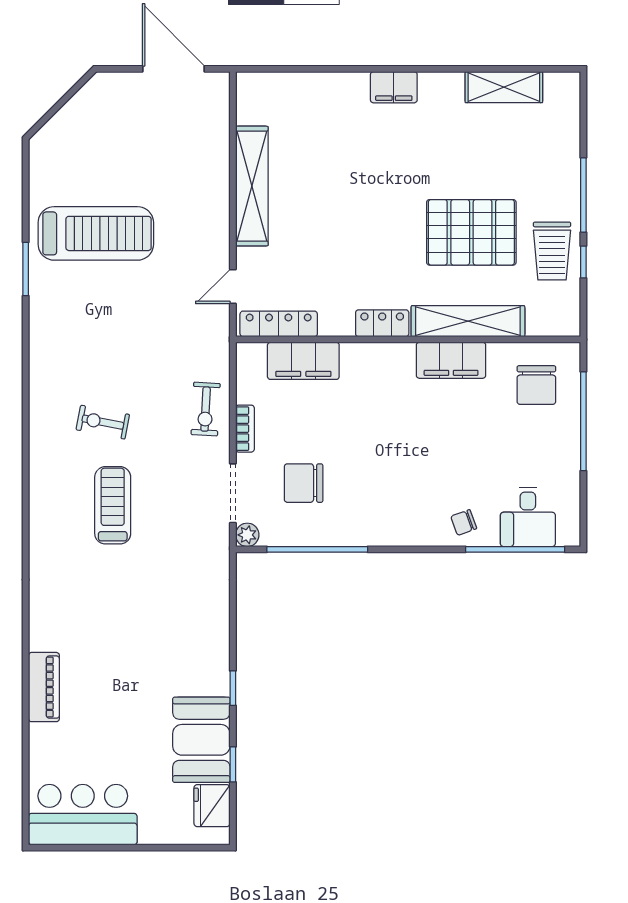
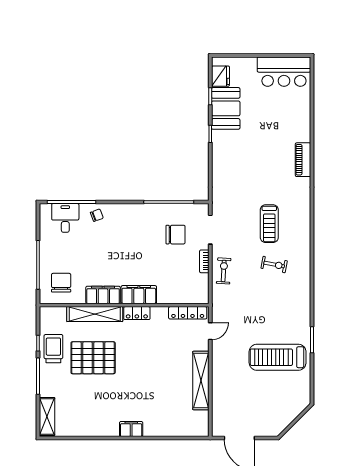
shelving: (504, 87) -> (47, 417), moved, turned 90
filing cabinet: (303, 361) -> (139, 295), moved
plant: (247, 535) -> (203, 209), removed
piano: (44, 687) -> (303, 160), moved

